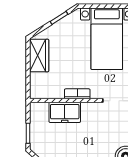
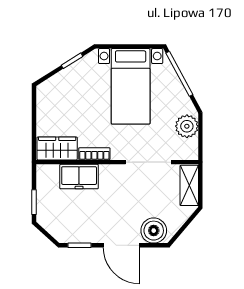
wardrobe: (39, 56) -> (57, 148), moved, turned -90

